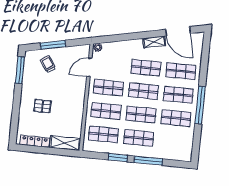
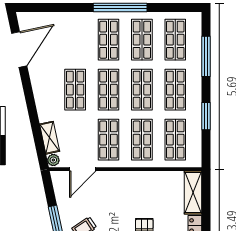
shelving: (154, 42) -> (50, 138), moved
door: (89, 67) -> (83, 169), hinge flipped
shop shelf: (181, 71) -> (175, 40), moved
window: (148, 161) -> (206, 56), moved

